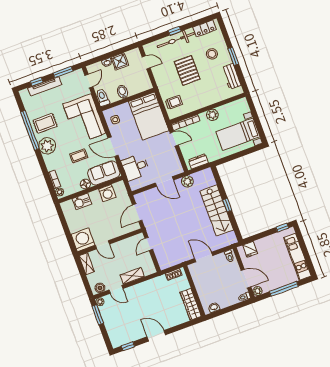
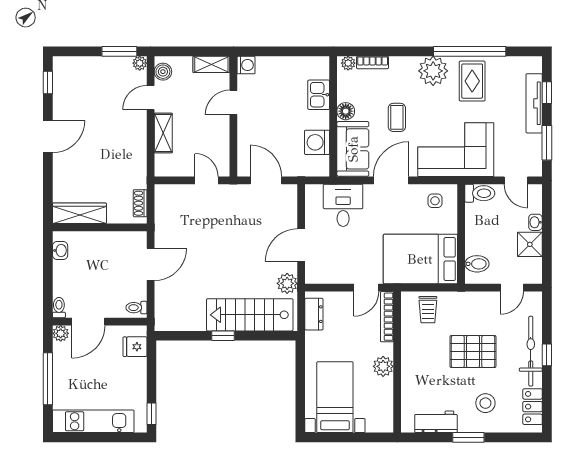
bidet: (122, 92) -> (477, 264), moved
stairs: (217, 210) -> (250, 315), moved
washing machine: (83, 240) -> (246, 65), width x0.53, depth x0.53

